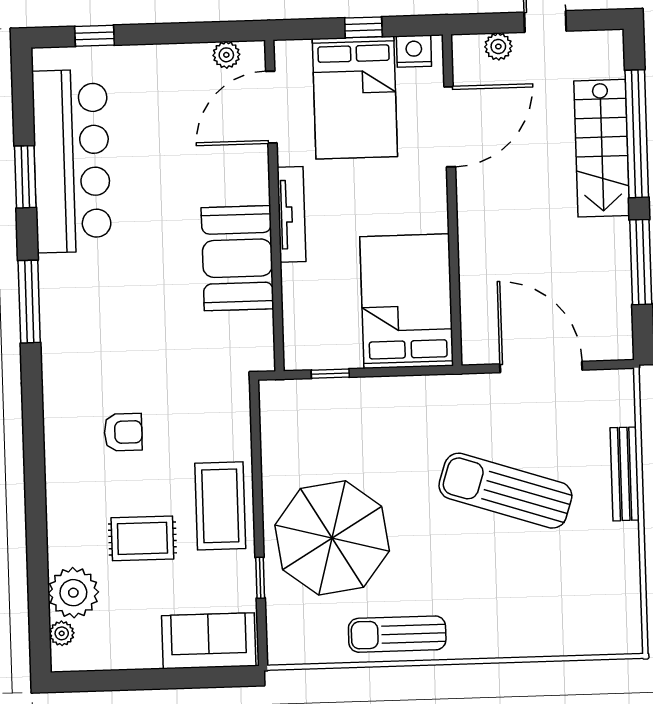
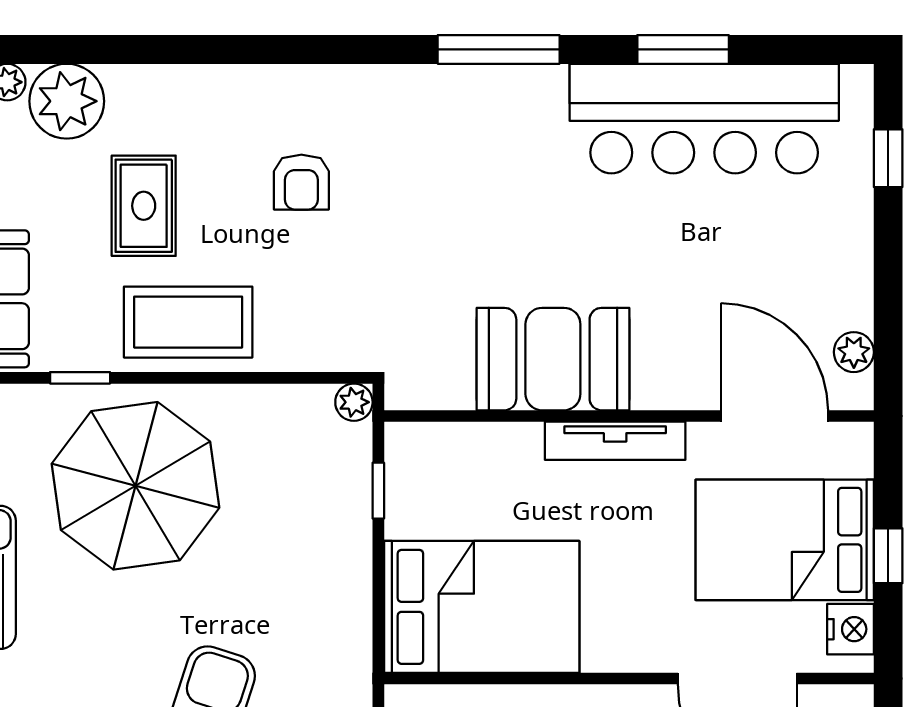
plant: (271, 392) -> (354, 402), added

